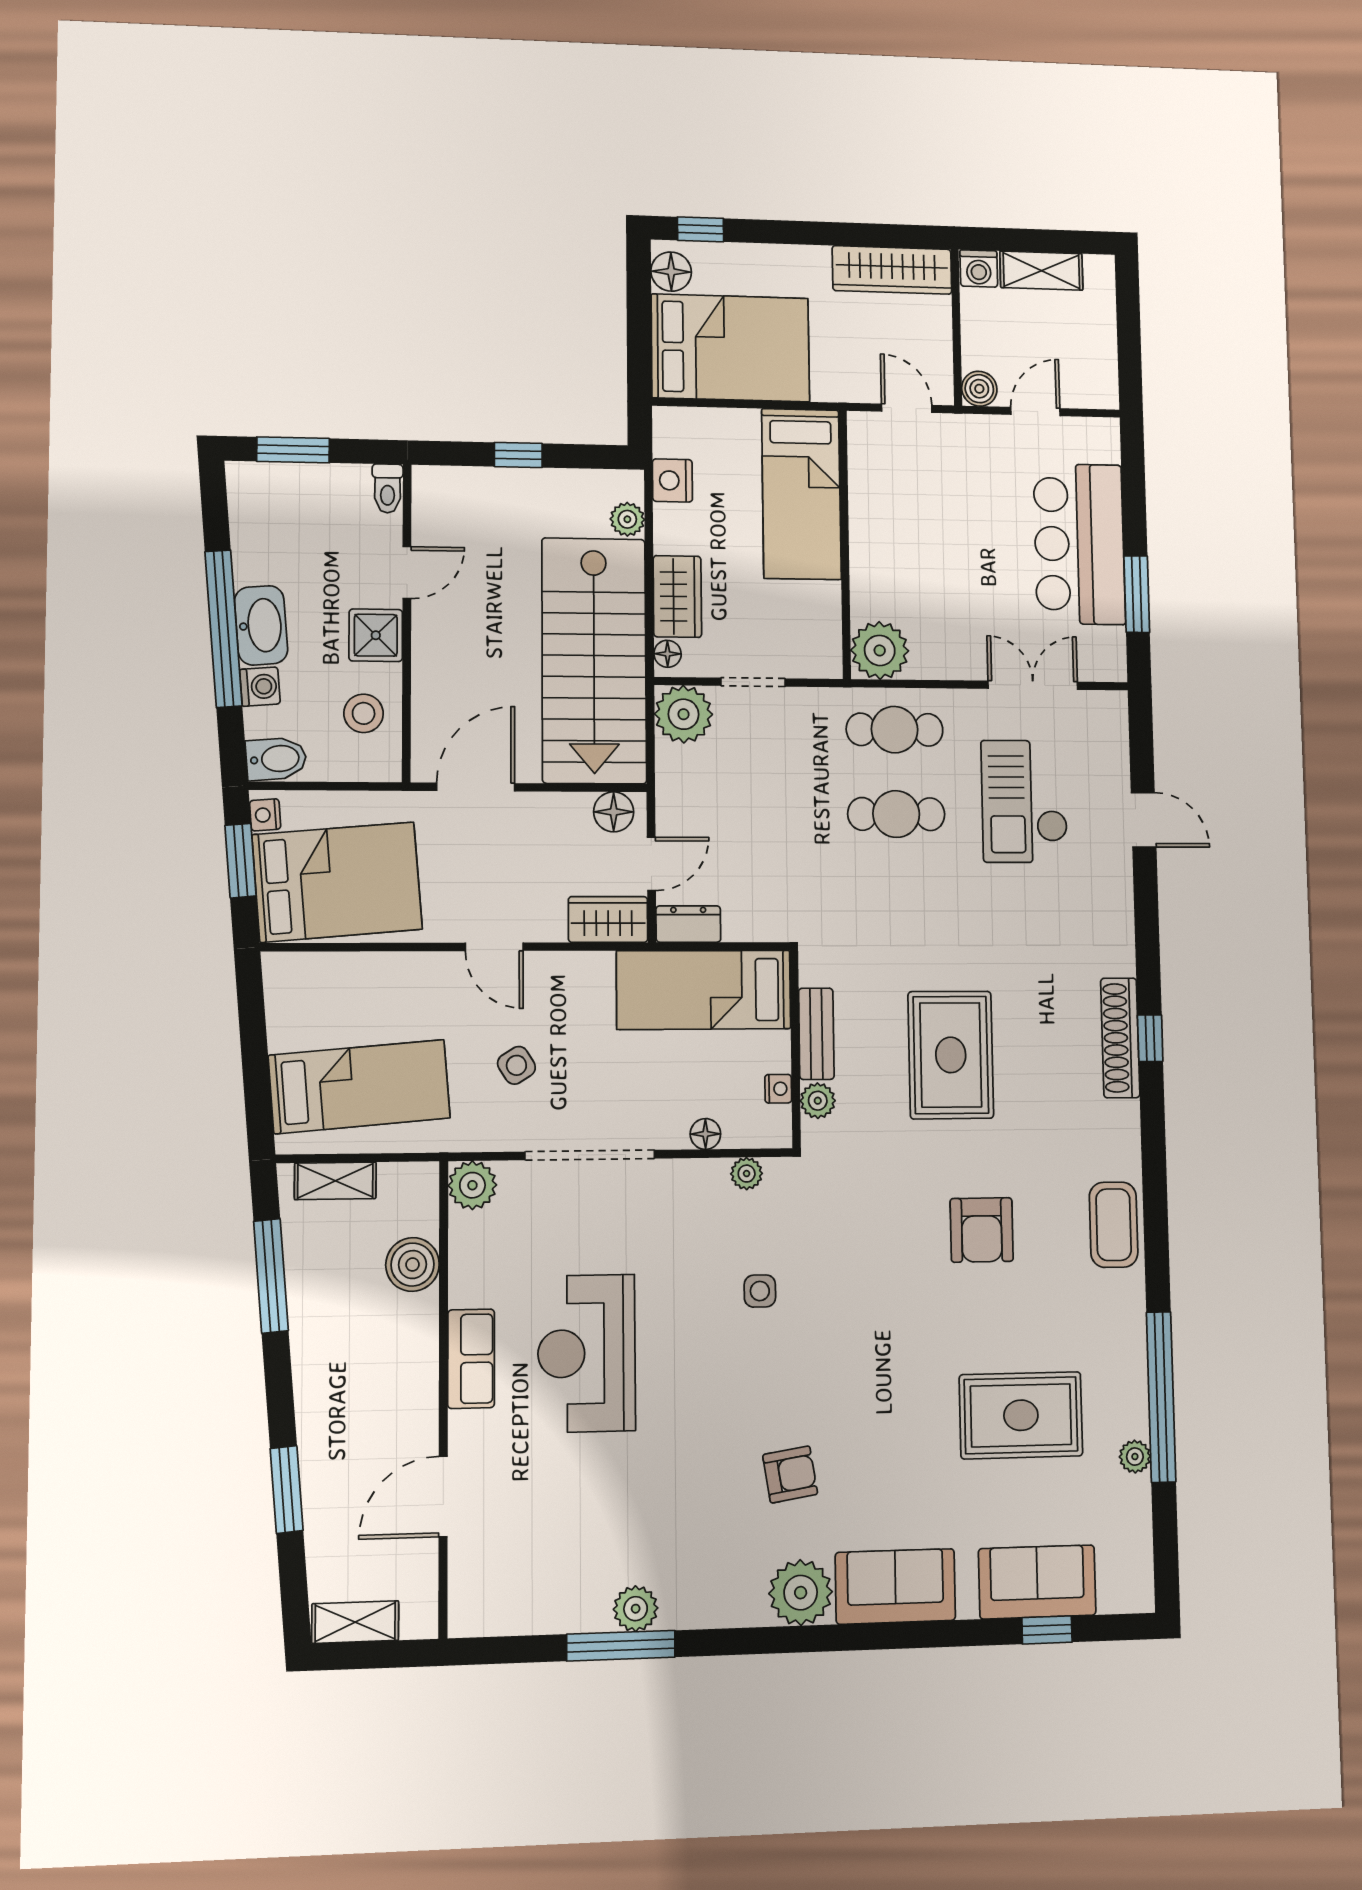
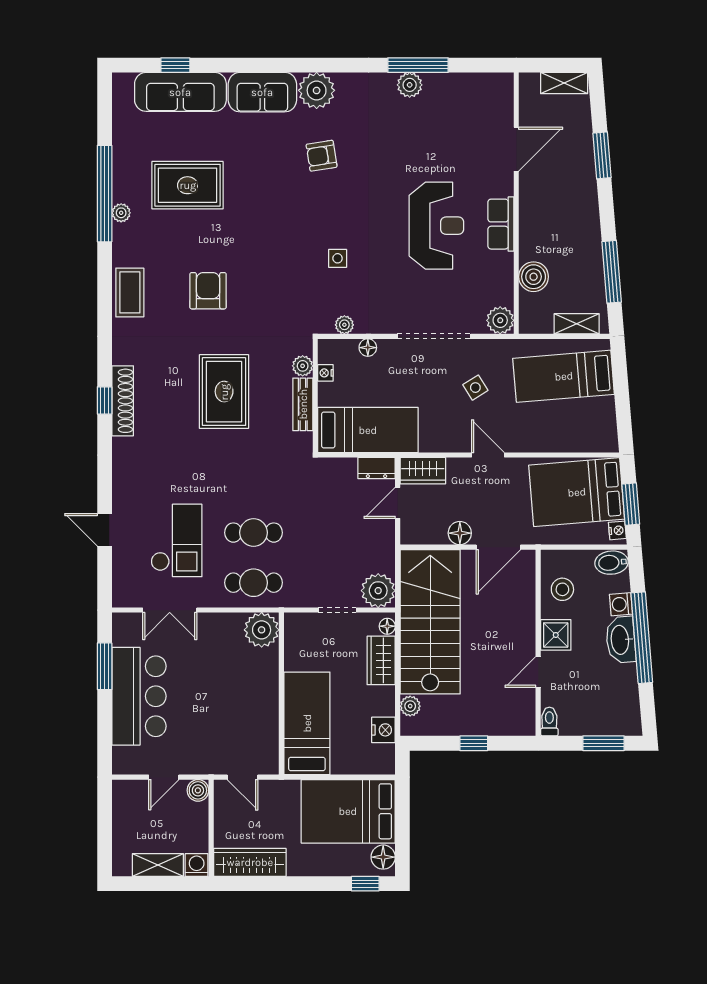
floor lamp: (614, 812) -> (460, 533), moved
plant: (1135, 1457) -> (121, 213), moved
sofa: (1037, 1582) -> (180, 92), width x1.36

